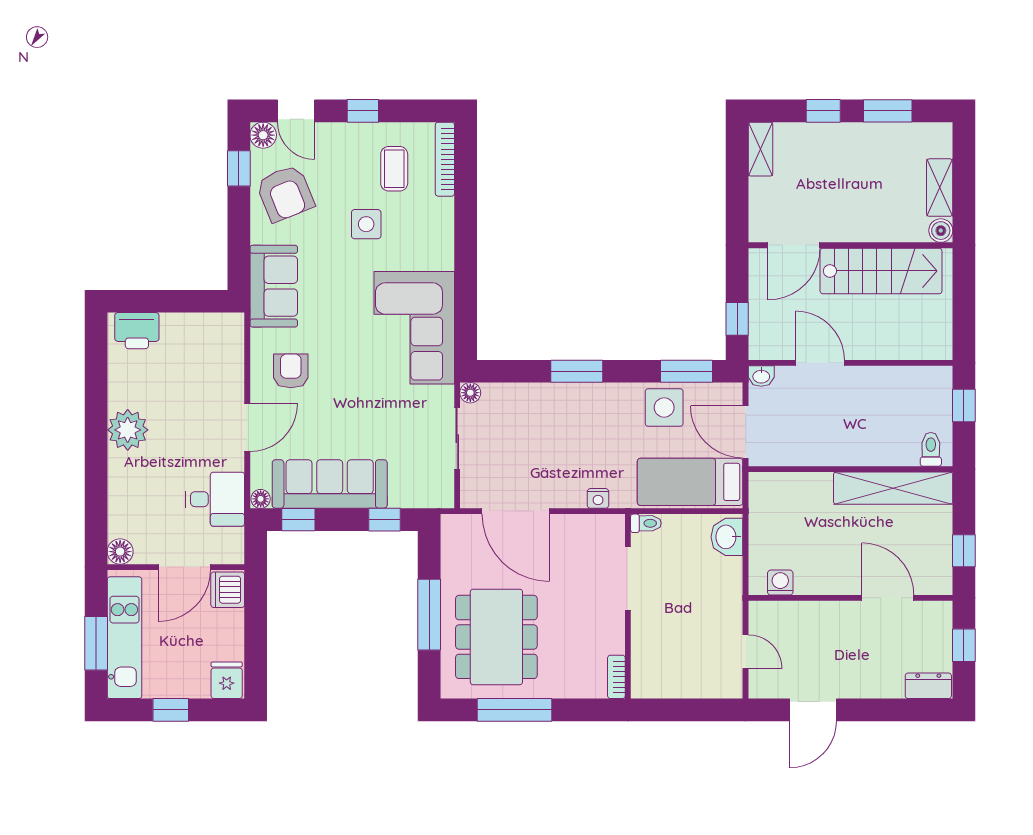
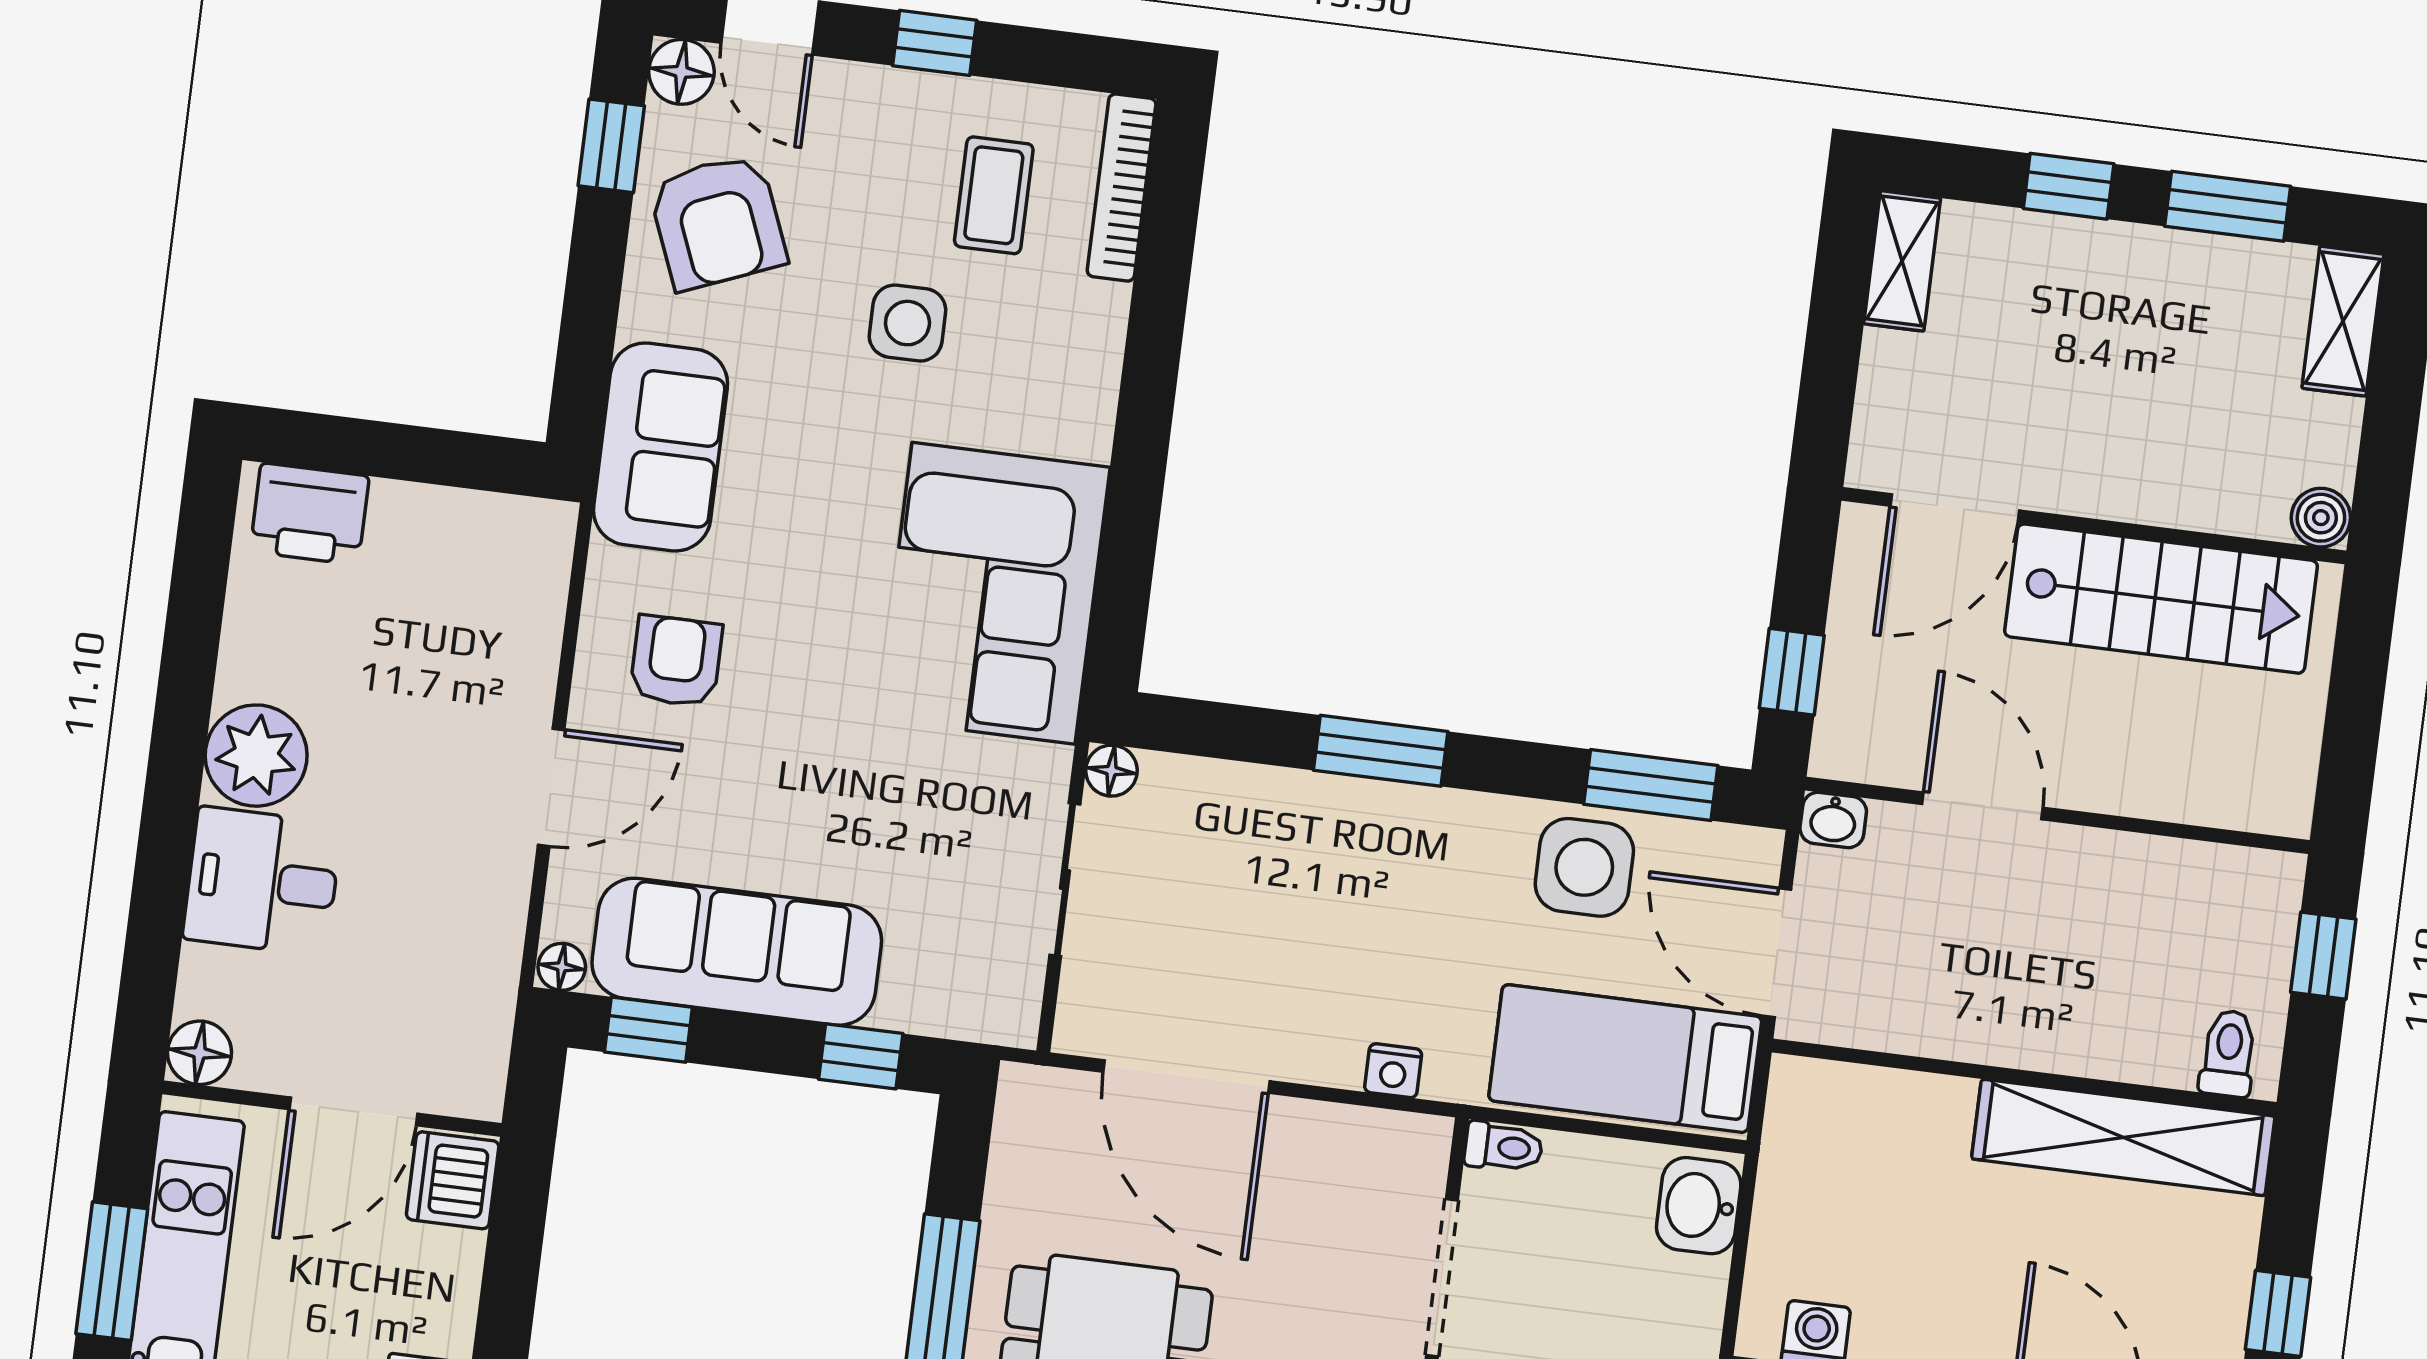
shelving: (940, 188) -> (2343, 321), moved
desk: (215, 499) -> (262, 881), moved, turned 180

